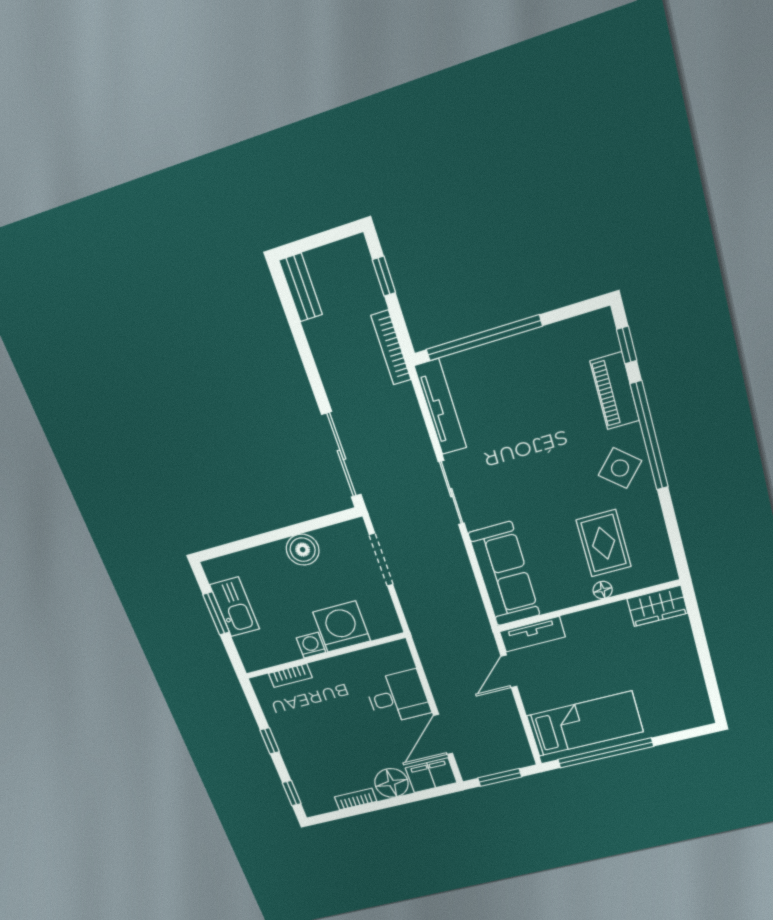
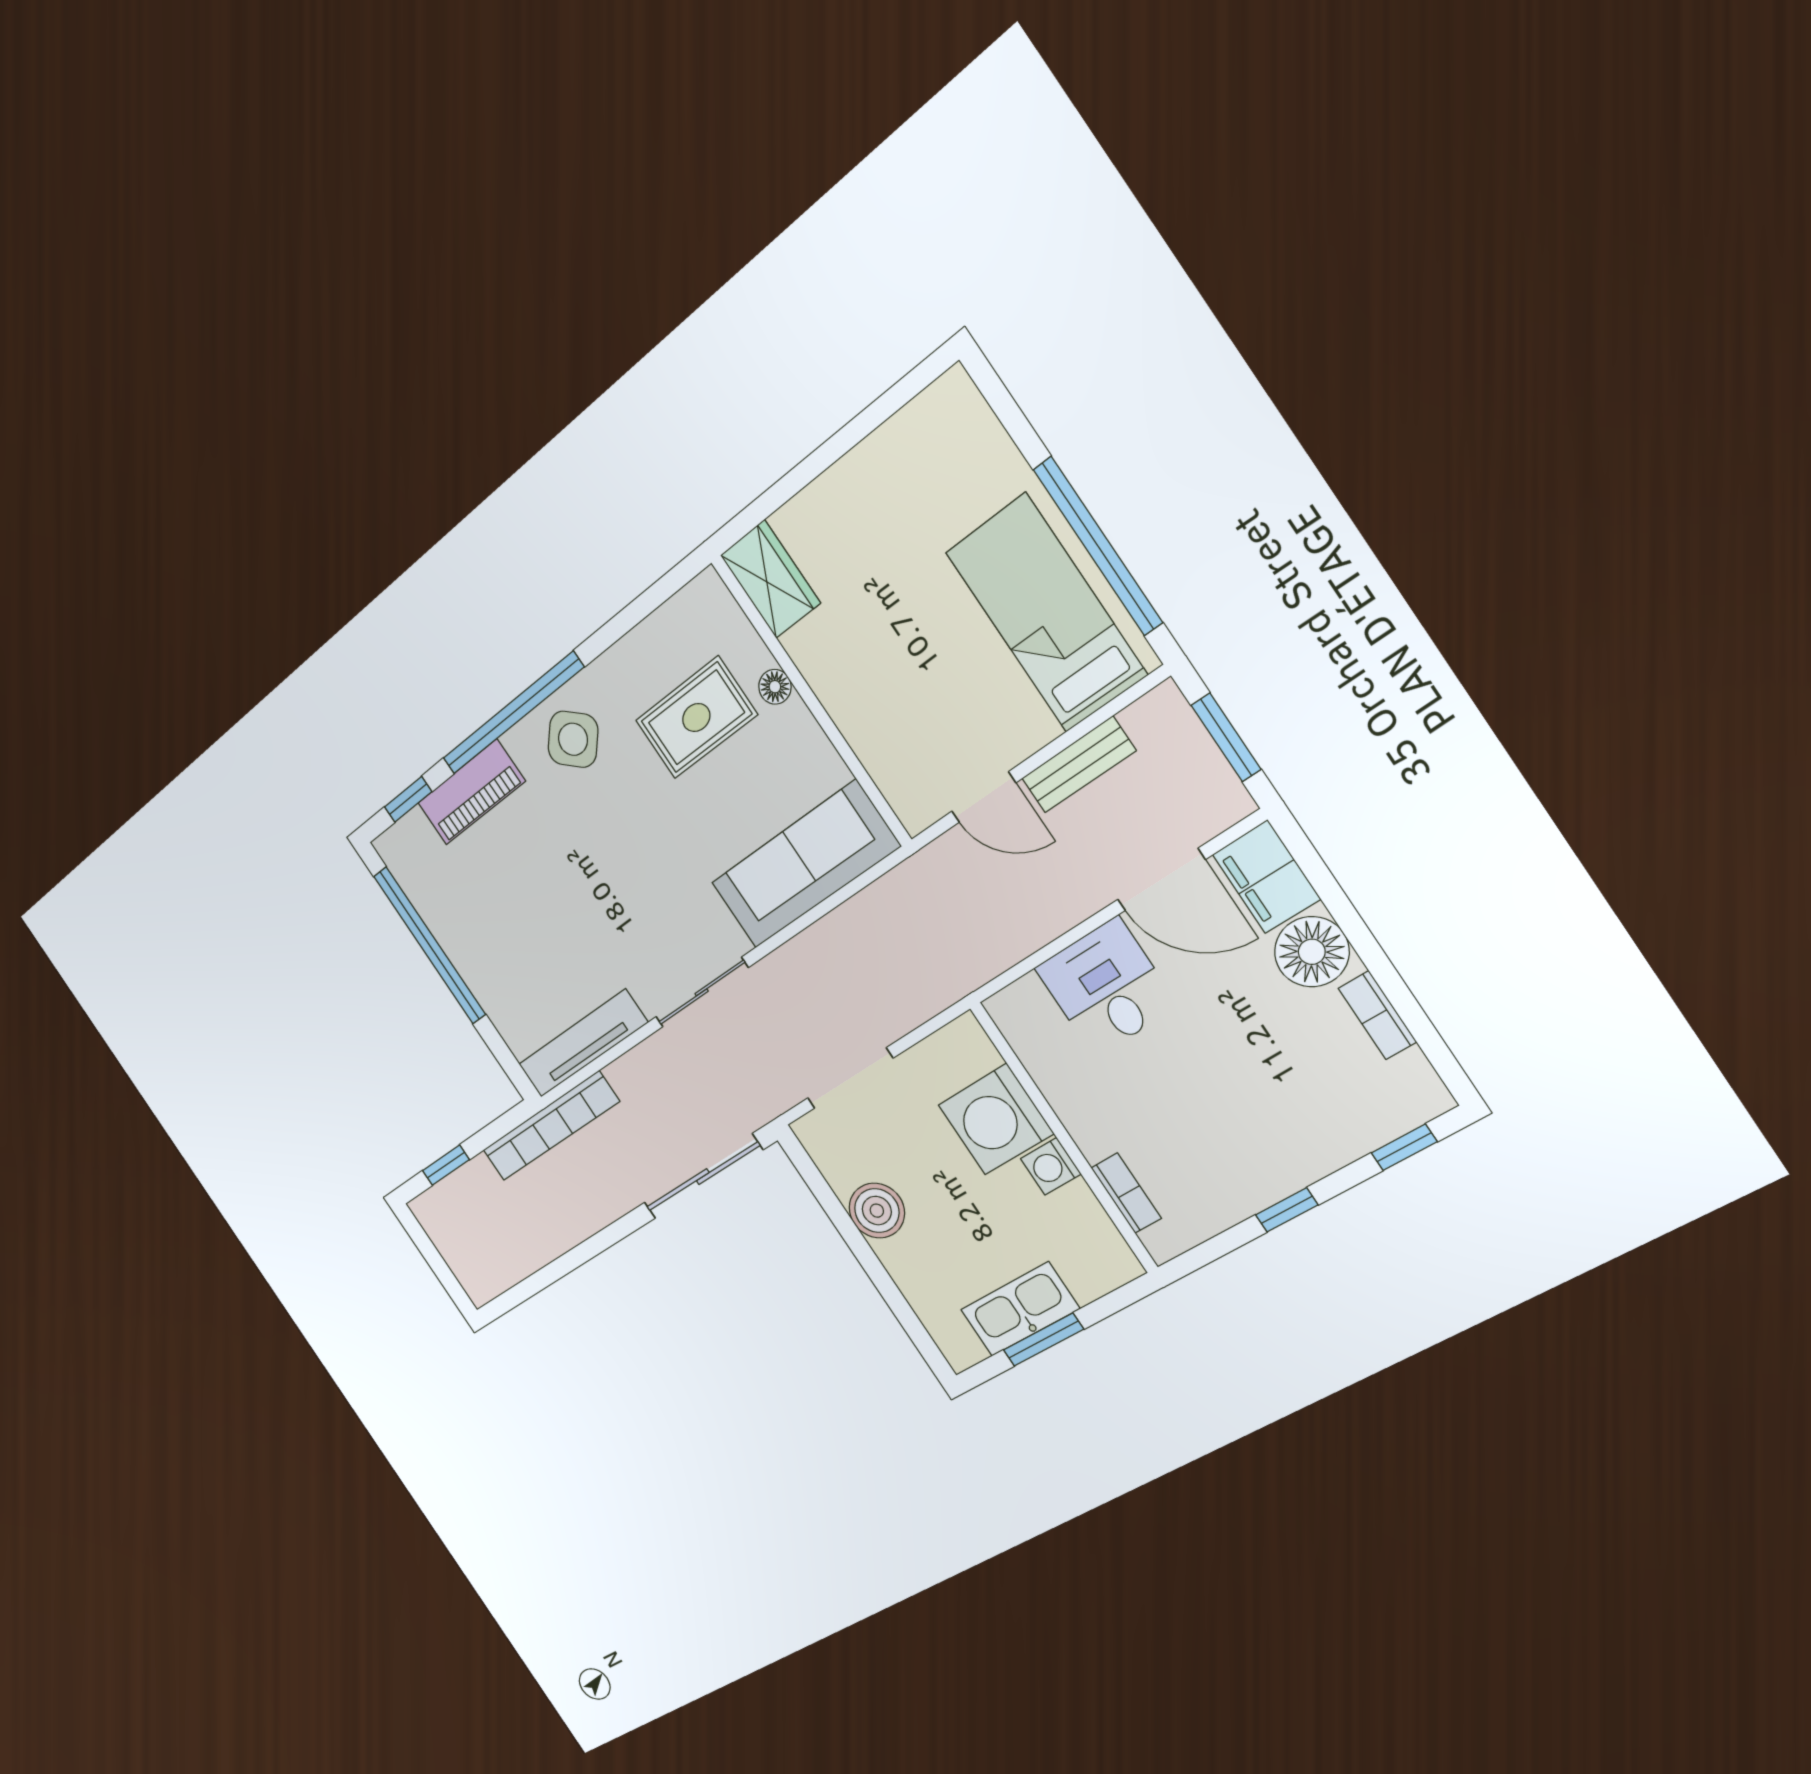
bench: (301, 287) -> (1079, 765), moved
window: (484, 338) -> (430, 945), moved
bookcase: (391, 348) -> (551, 1126), width x1.48, depth x1.31
tv unit: (532, 634) -> (897, 779), removed

